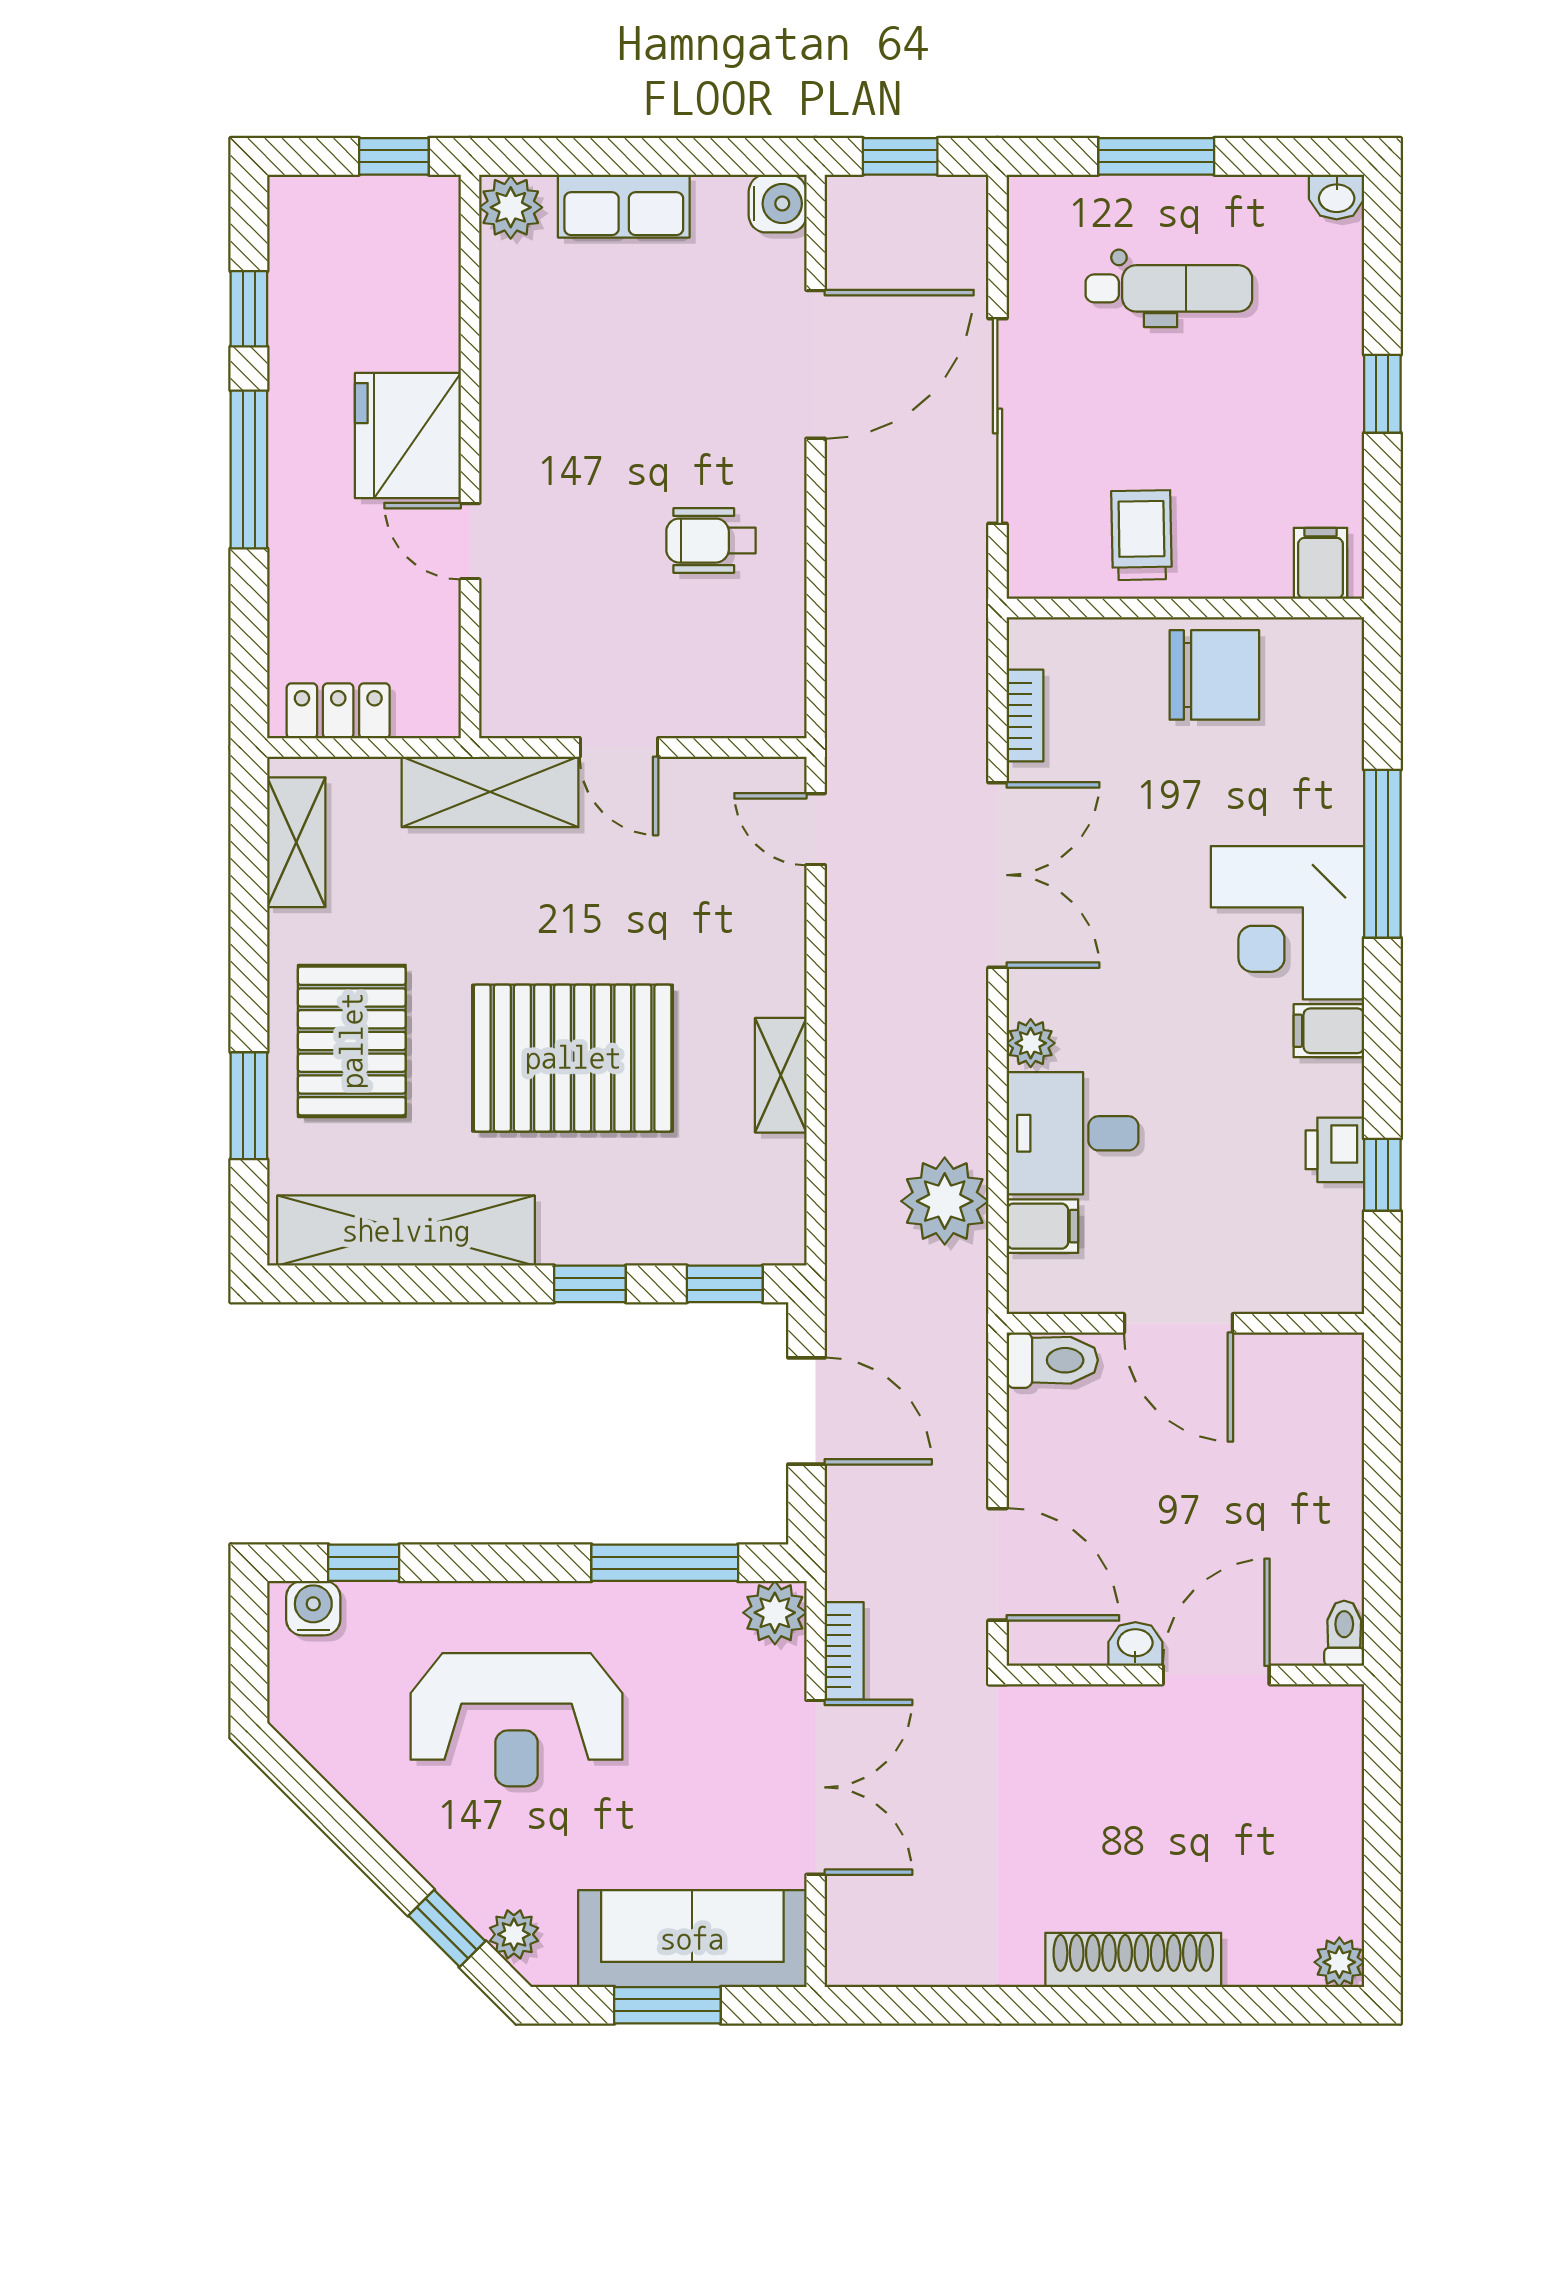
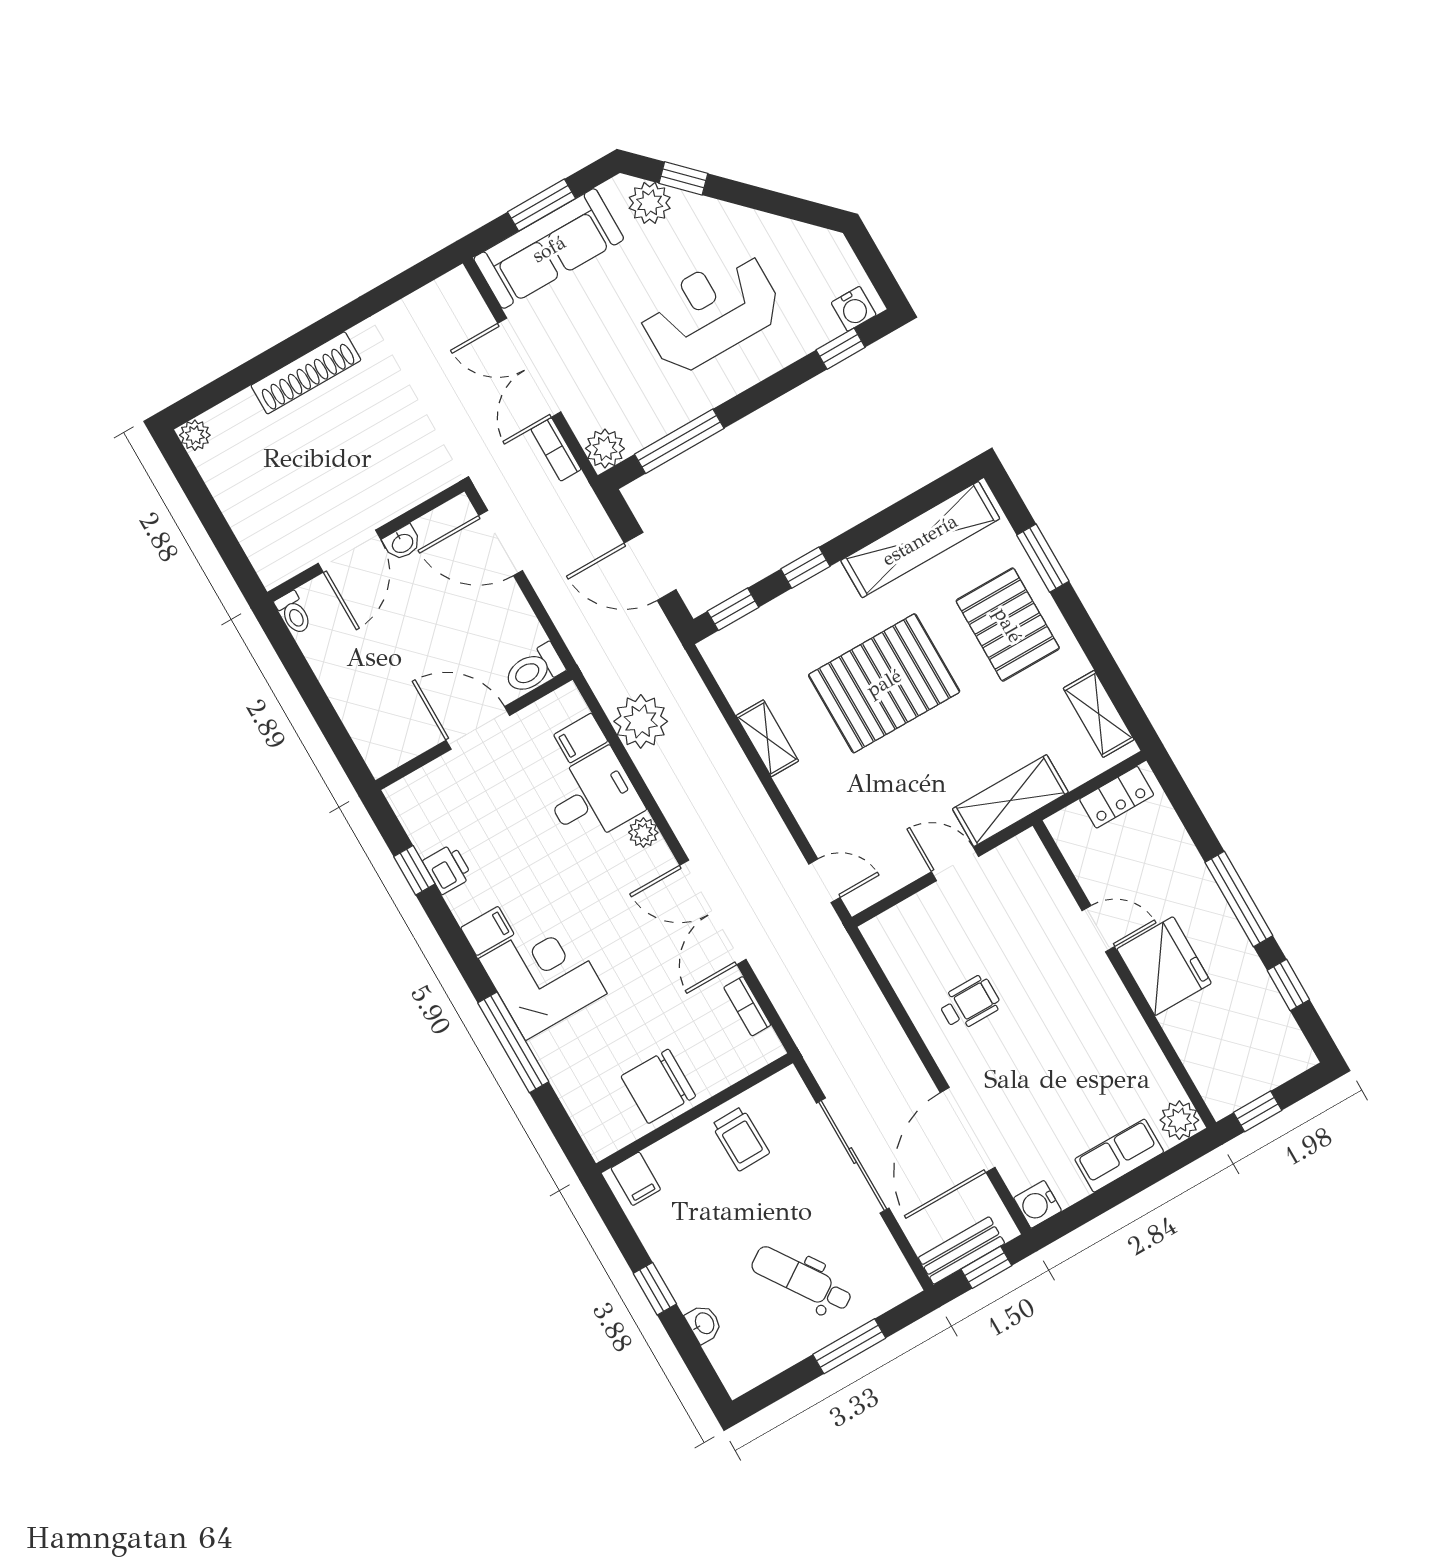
washbasin: (1337, 197) -> (704, 1324), moved, turned 90
bench: (922, 200) -> (961, 1250), added
dental chair: (1169, 288) -> (802, 1279), turned 56
plant: (514, 1934) -> (650, 203), width x1.38, depth x1.38

